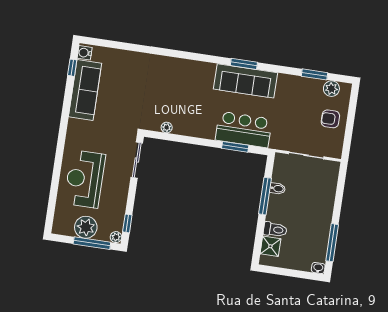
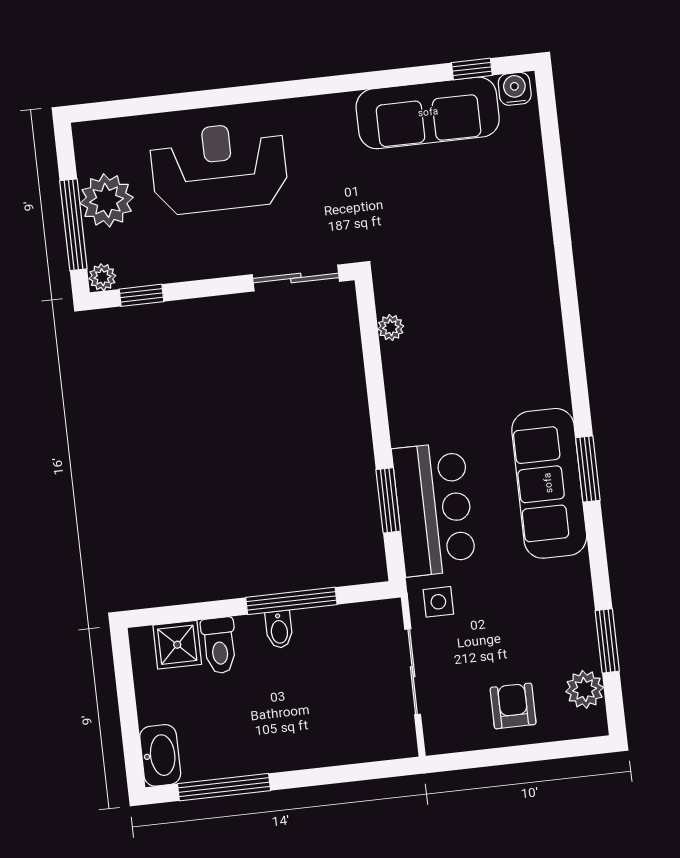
side table: (281, 138) -> (438, 602), added
bidet: (277, 189) -> (279, 629), moved
washbasin: (318, 268) -> (160, 755), width x1.91, depth x1.45

